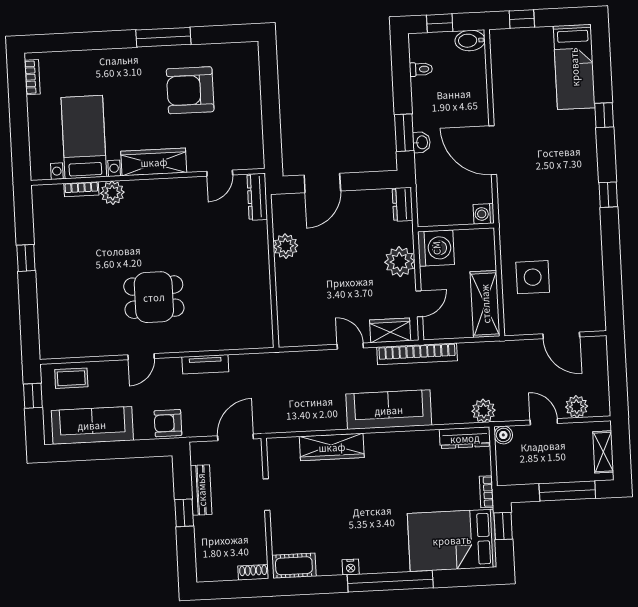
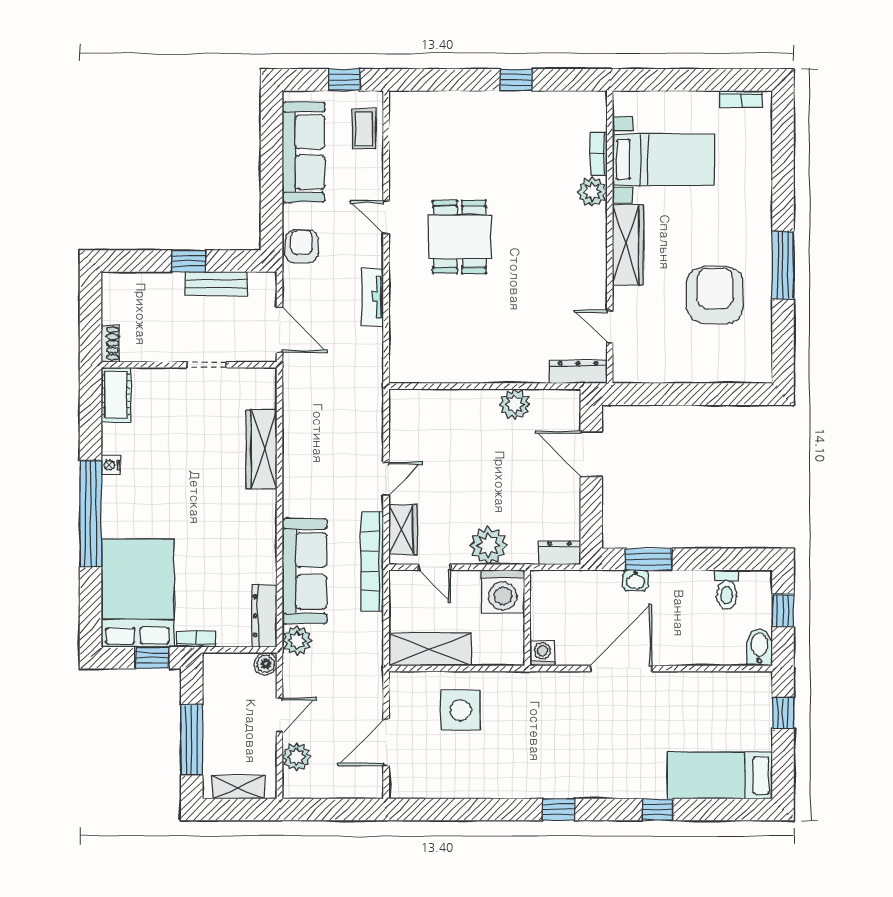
toilet: (421, 69) -> (727, 590), width x1.37, depth x1.39
sofa: (389, 410) -> (305, 571), moved

